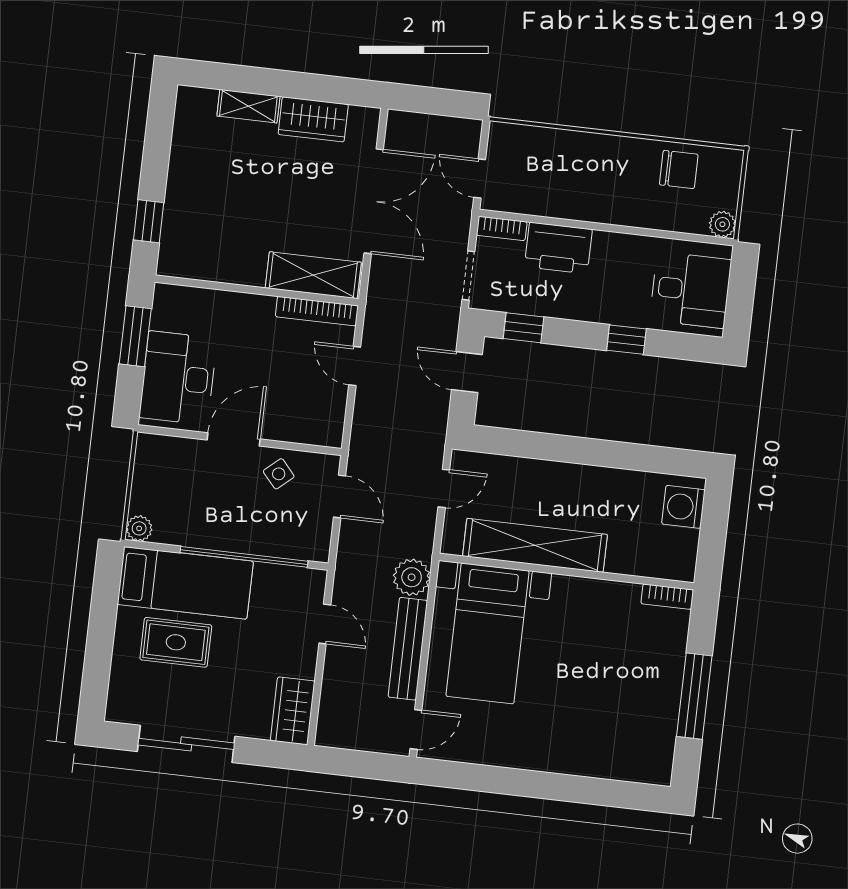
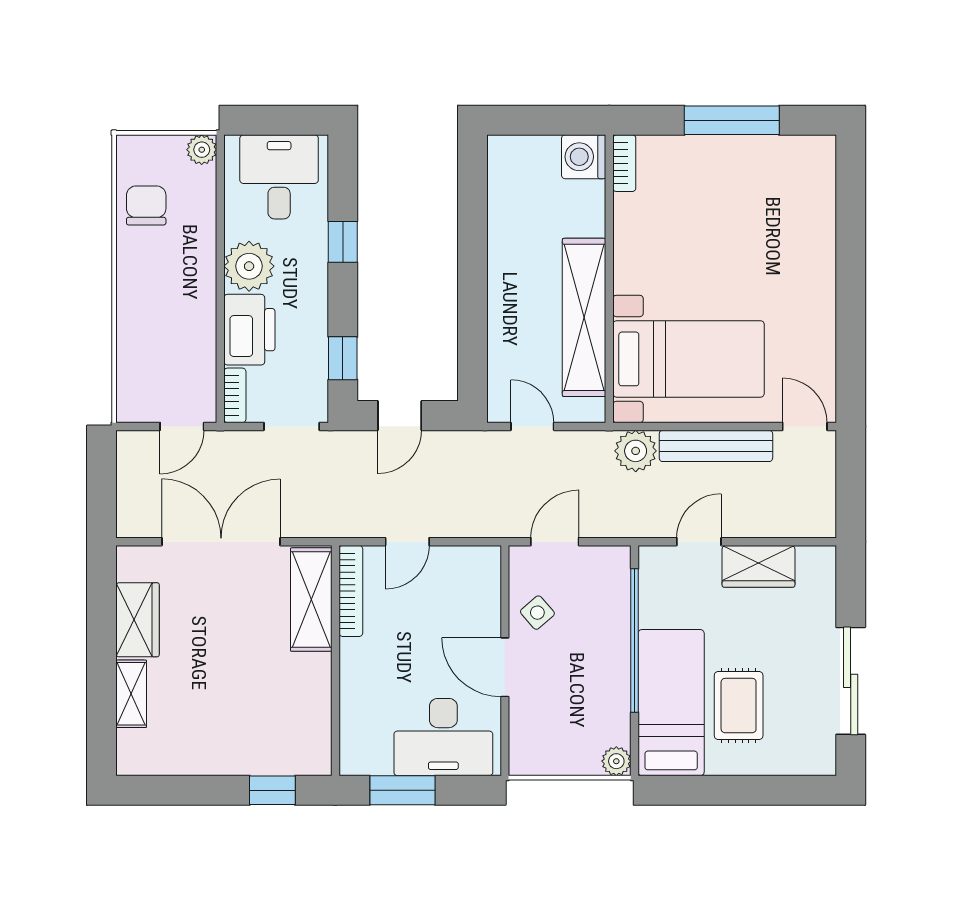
plant: (615, 254) -> (249, 266), added
washing machine: (683, 507) -> (584, 157), moved, turned 90
wardrobe: (293, 711) -> (758, 566), moved

